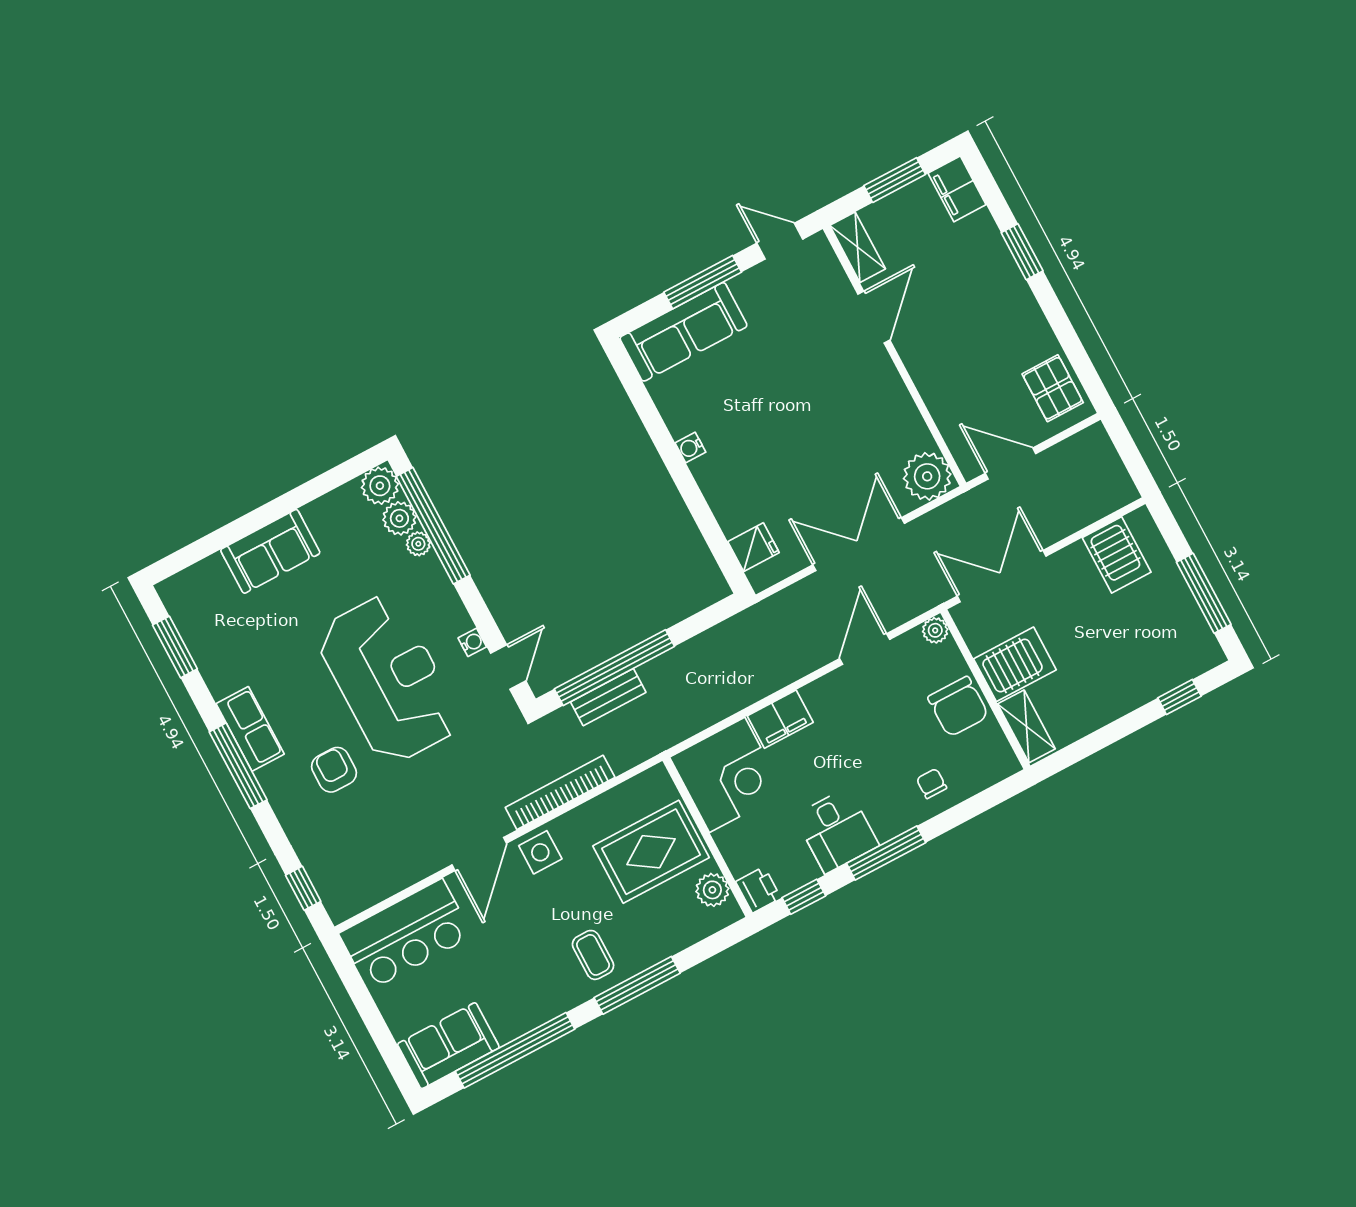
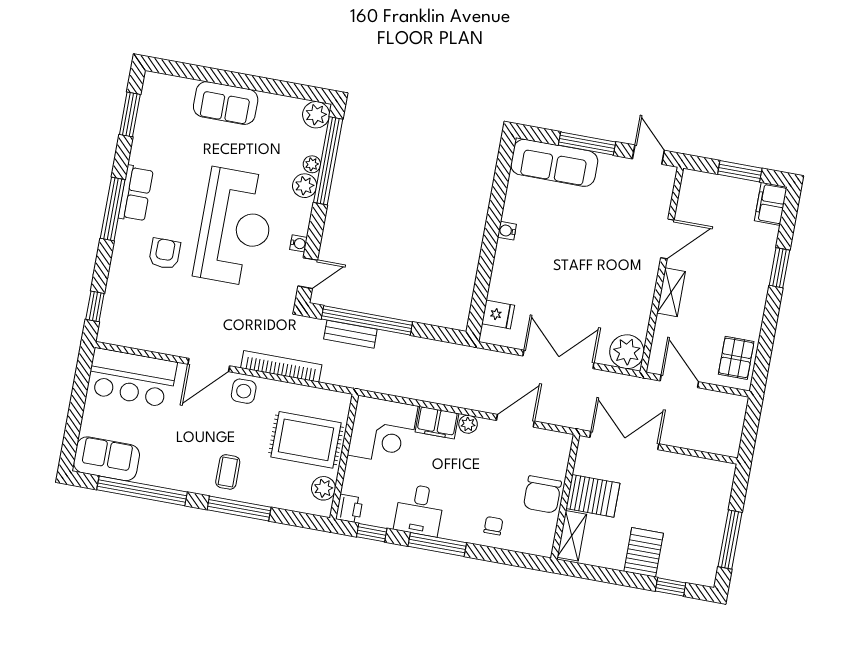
shelving: (858, 247) -> (671, 292), moved
plant: (399, 518) -> (305, 186), moved
server rack: (1117, 555) -> (644, 552), moved, turned 180
plant: (935, 630) -> (468, 424), moved

